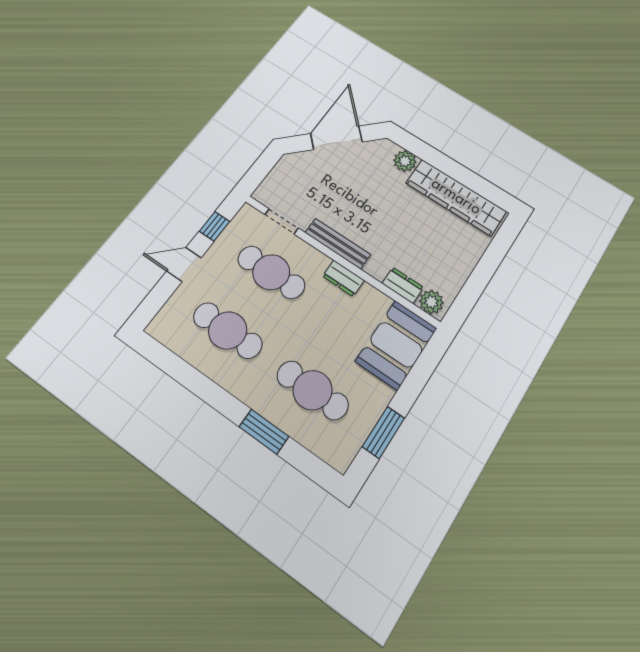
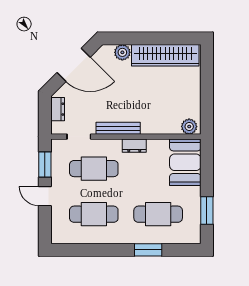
door: (336, 138) -> (74, 65), swing flipped
window: (215, 226) -> (45, 165), width x1.50
door: (184, 264) -> (45, 196), hinge flipped
dresser: (403, 285) -> (58, 109), moved, turned 90

